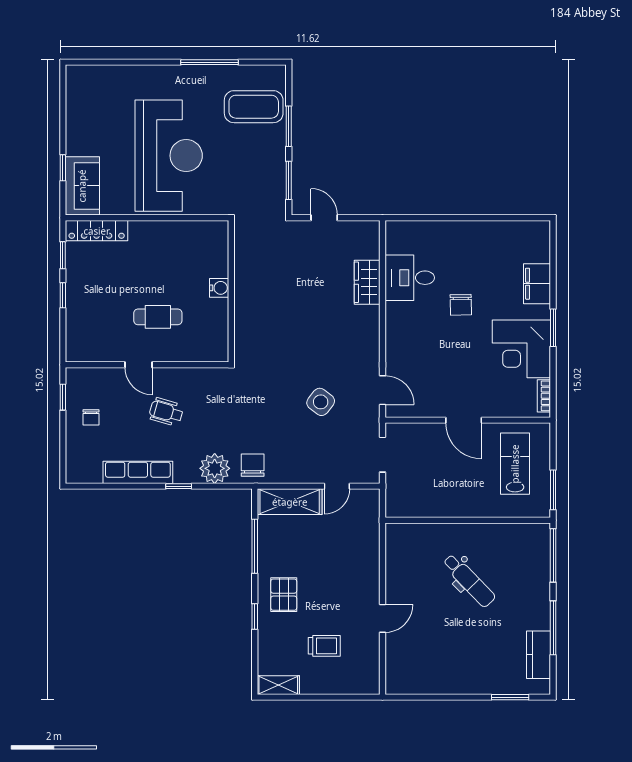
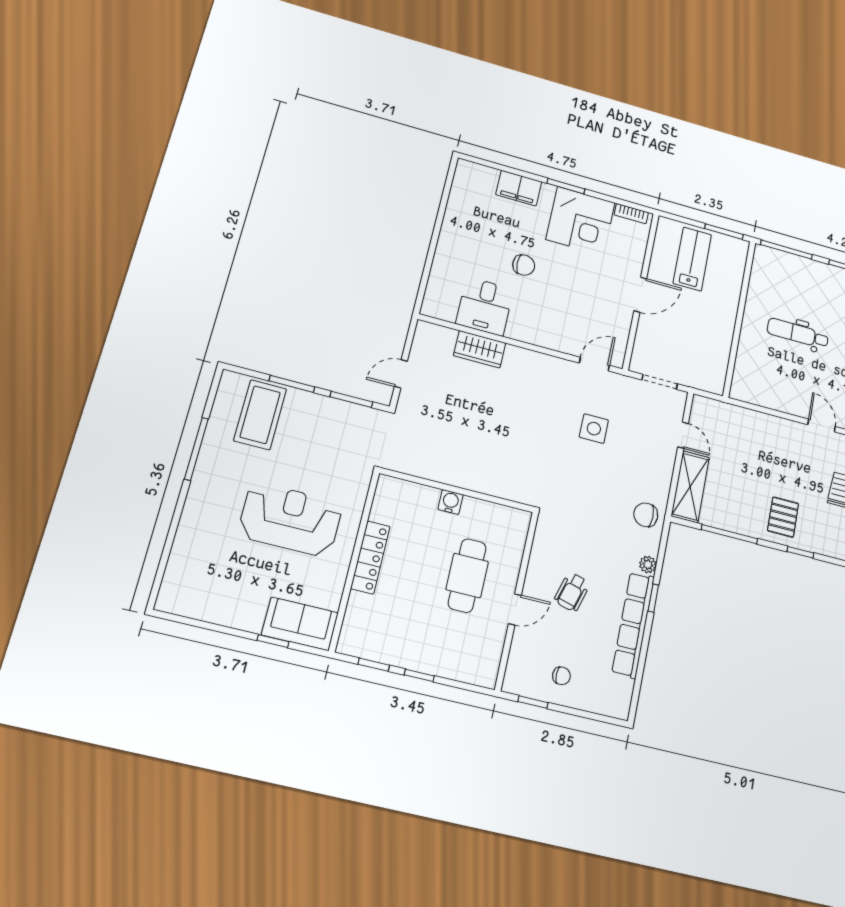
reception desk: (169, 156) -> (290, 519), width x0.74, depth x0.77
locker: (97, 231) -> (370, 557), moved
cafe table: (158, 317) -> (467, 576), width x1.37, depth x1.35
side table: (321, 402) -> (594, 429), turned -38
lab bench: (515, 464) -> (692, 259), turned 90
plant: (215, 468) -> (648, 565), width x0.53, depth x0.53
row of seats: (138, 472) -> (633, 625), width x1.36
dental chair: (469, 581) -> (798, 333), turned -136
pallet: (284, 595) -> (783, 517), turned 90

